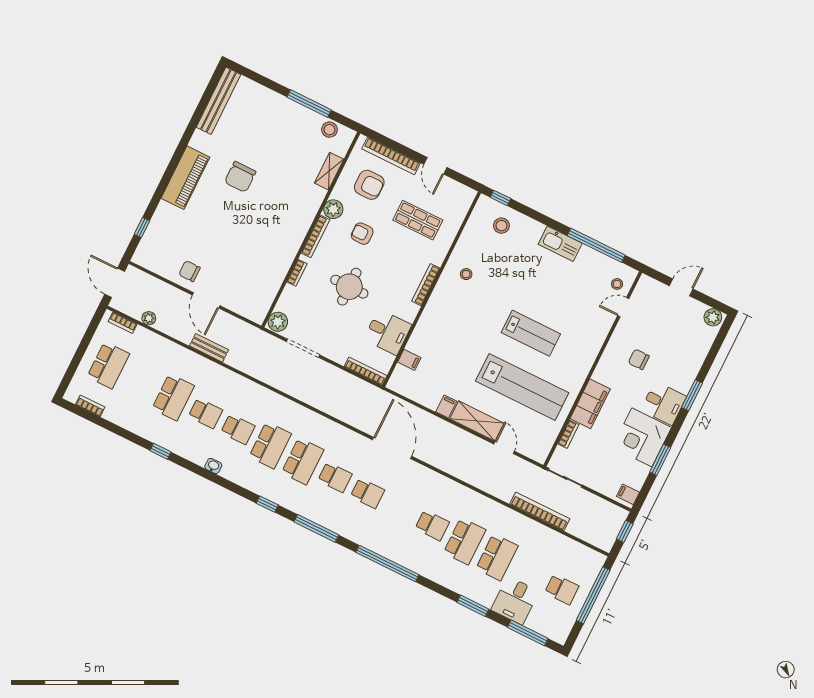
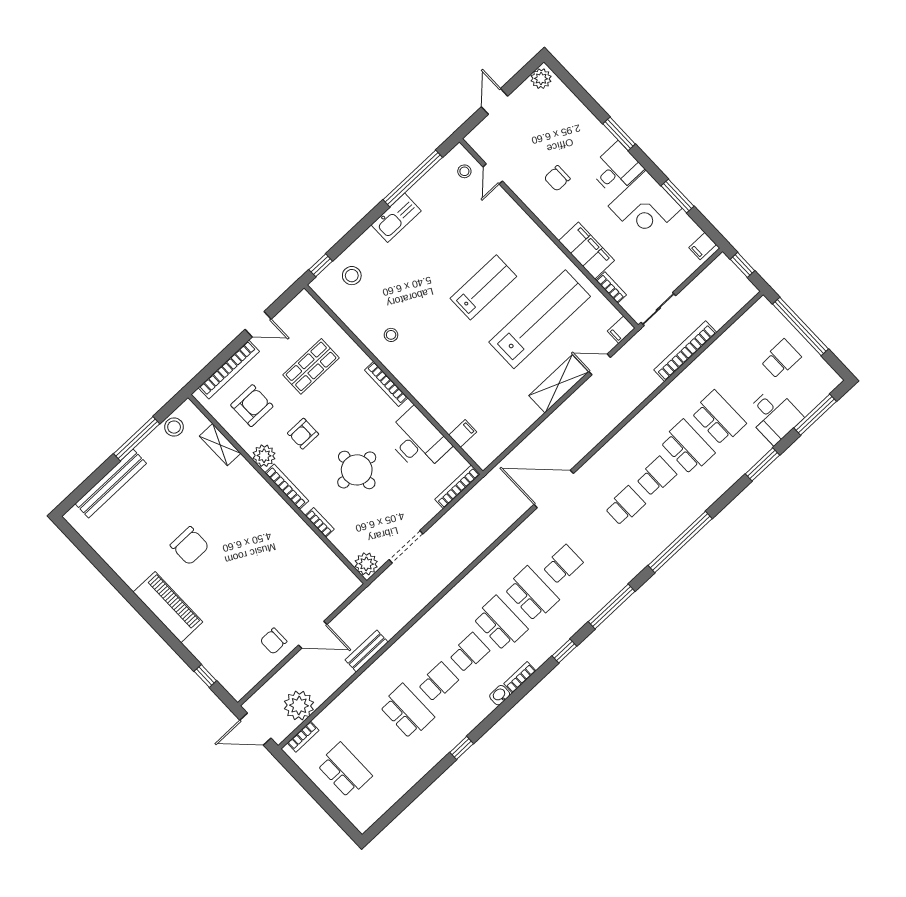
bench: (218, 101) -> (111, 484), moved, turned 90
plant: (149, 318) -> (299, 705), width x1.87, depth x1.87
desk: (388, 332) -> (418, 440), width x1.37
bookcase: (90, 406) -> (520, 677), moved
filing cabinet: (446, 407) -> (621, 330), moved, turned -90
school desk: (367, 493) -> (625, 506), moved

